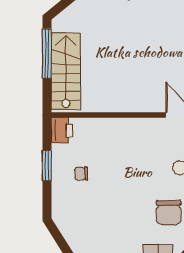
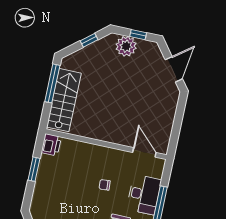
chair: (81, 174) -> (105, 185), moved

